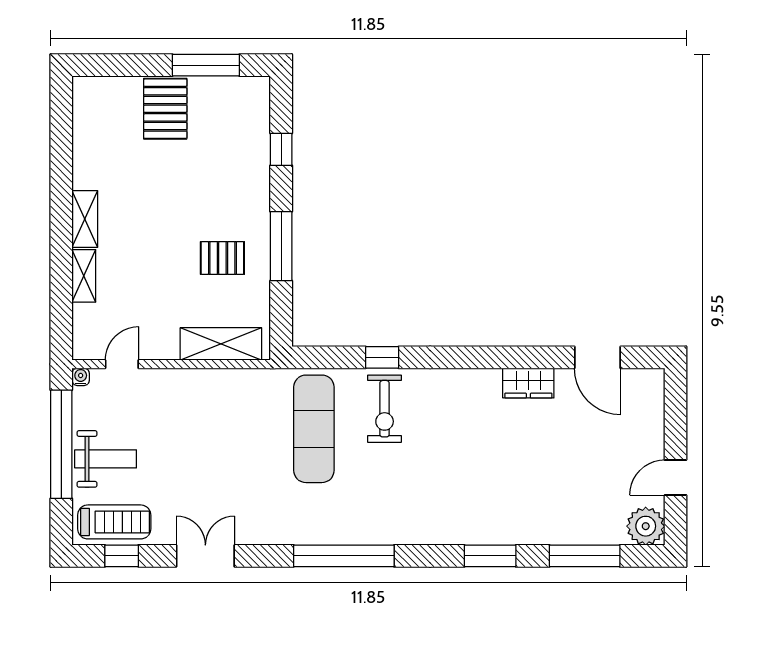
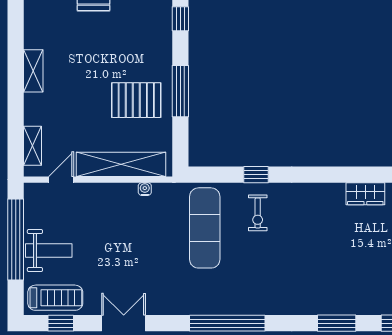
pallet: (222, 258) -> (136, 100), width x1.50, depth x1.42
shelving: (84, 276) -> (32, 146), moved
shelving: (221, 344) -> (121, 164), width x1.47
water cooler: (81, 377) -> (145, 189), moved
exercise bike: (385, 409) -> (258, 213), width x0.73, depth x0.72

